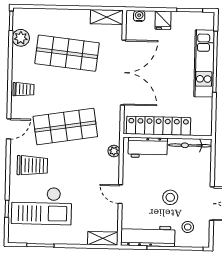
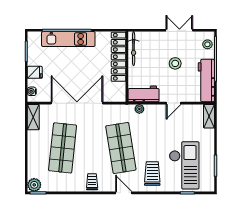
plant: (21, 38) -> (34, 185), moved
locker: (159, 126) -> (119, 57), moved
workbench: (148, 148) -> (144, 94), moved, turned -90
stool: (188, 227) -> (207, 44), moved

